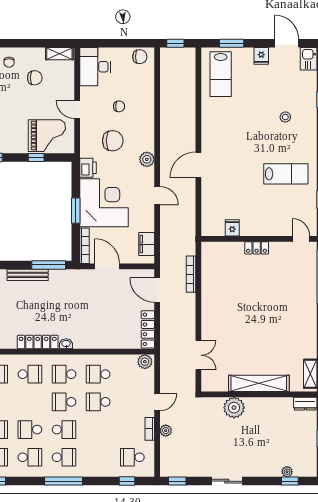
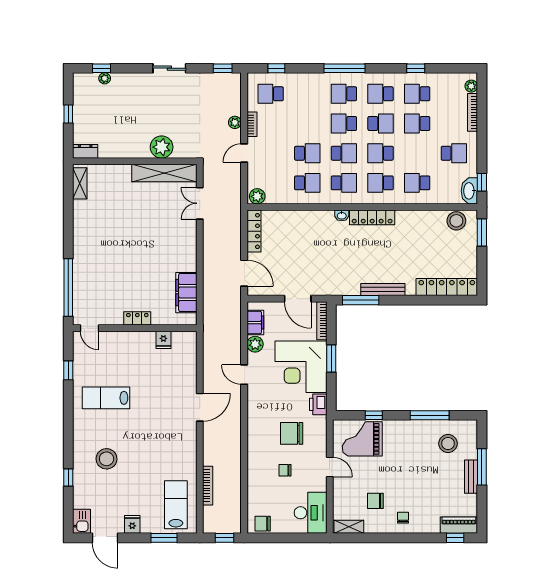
stool: (285, 117) -> (107, 459), width x1.89, depth x1.89
plant: (147, 159) -> (255, 344), moved
filing cabinet: (211, 272) -> (186, 293), added
bookcase: (191, 274) -> (208, 486), moved
shelving: (259, 383) -> (164, 173), moved
school desk: (30, 402) -> (381, 153), added
school desk: (132, 457) -> (271, 94), turned 180

